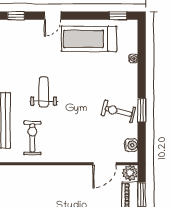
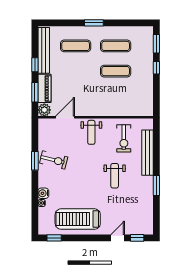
door: (53, 16) -> (118, 238), moved
treadmill: (89, 39) -> (78, 219), turned 180
weight bench: (72, 145) -> (91, 132), added
water cooler: (131, 145) -> (43, 193), moved

